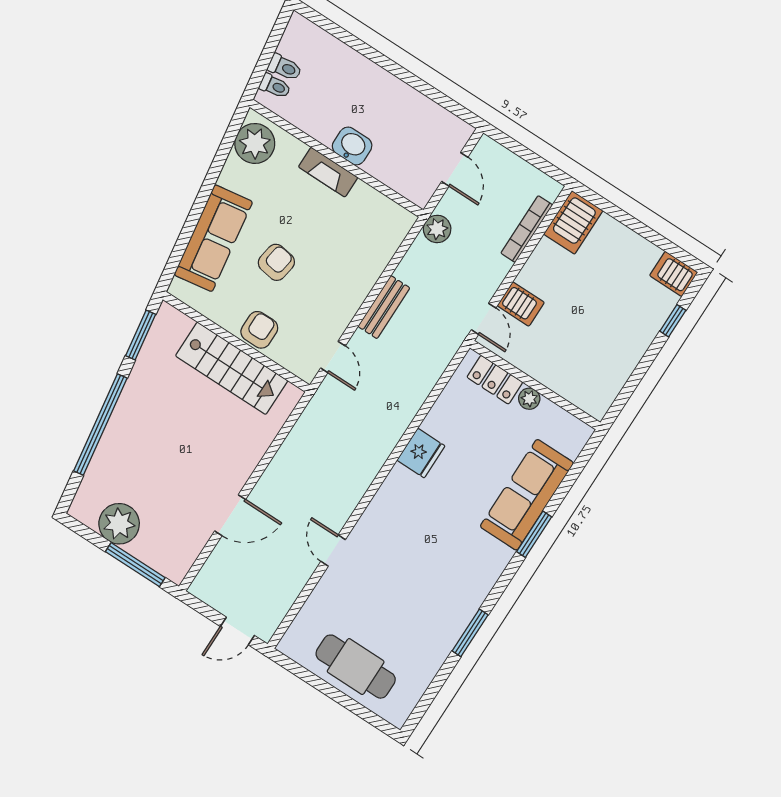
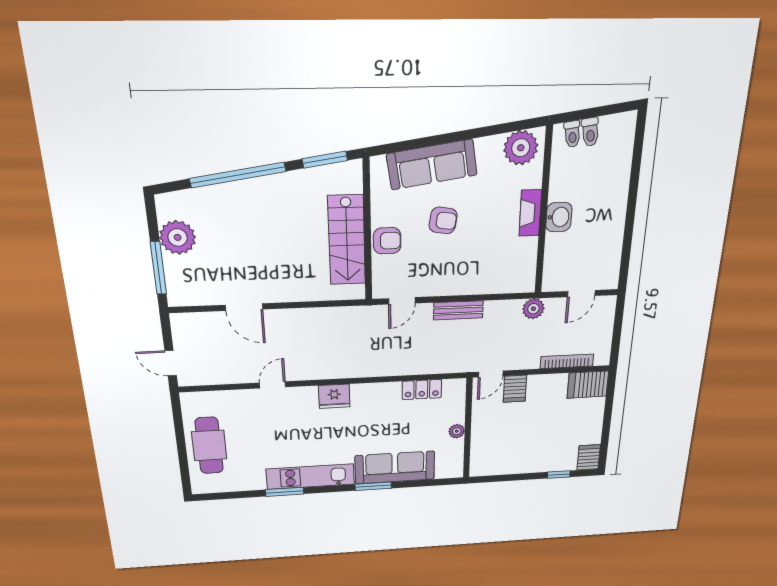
locker: (495, 380) -> (422, 390), moved, turned -90
fridge: (421, 453) -> (334, 396), moved
kitchen unit: (471, 592) -> (310, 477), added

